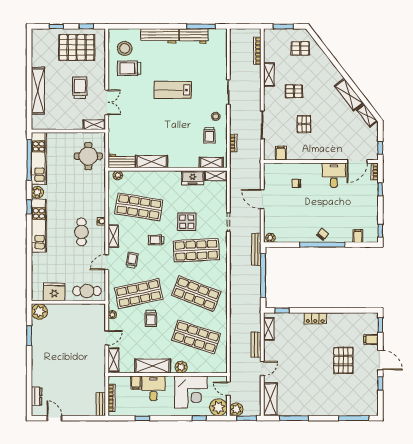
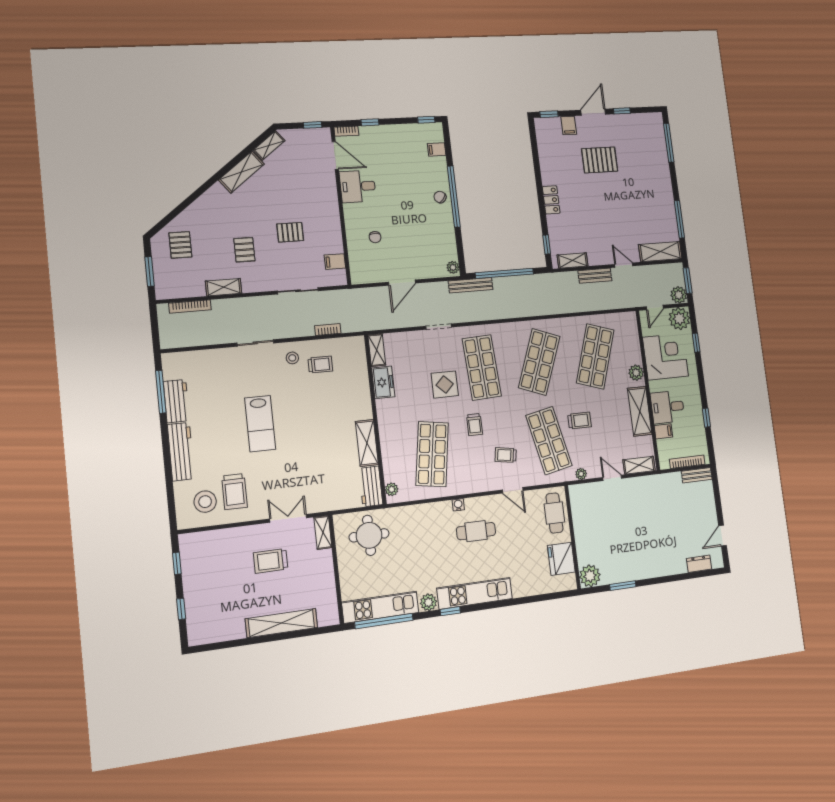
pallet: (77, 48) -> (211, 574), removed
shelving: (211, 163) -> (359, 358), removed
shelving: (113, 236) -> (477, 486), removed

